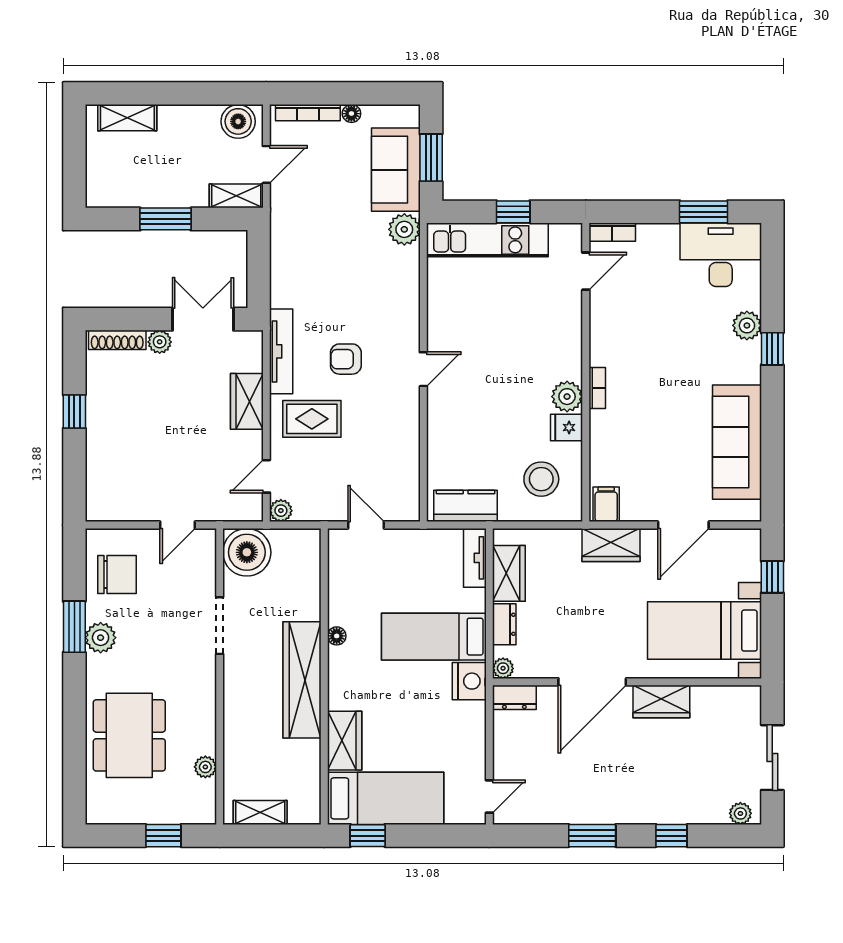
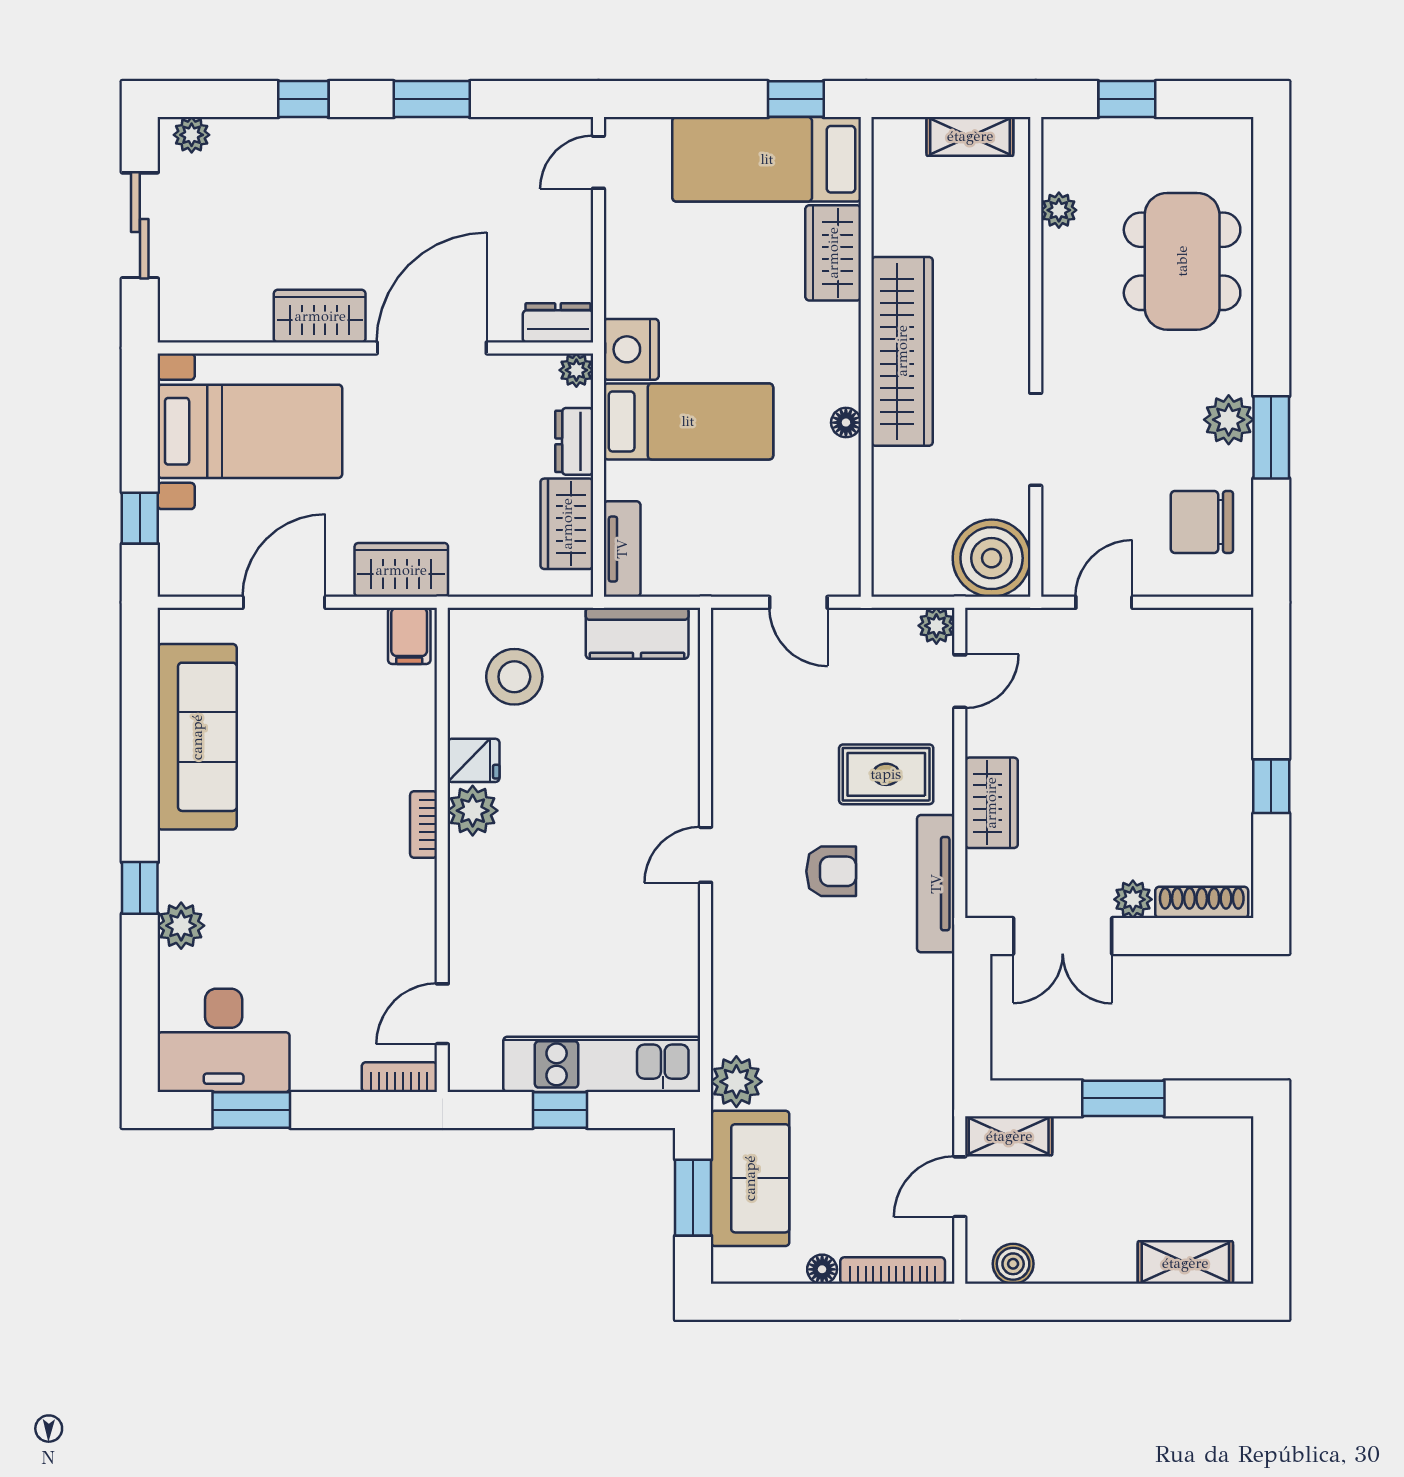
boiler: (238, 121) -> (1013, 1264), width x0.73, depth x0.73

